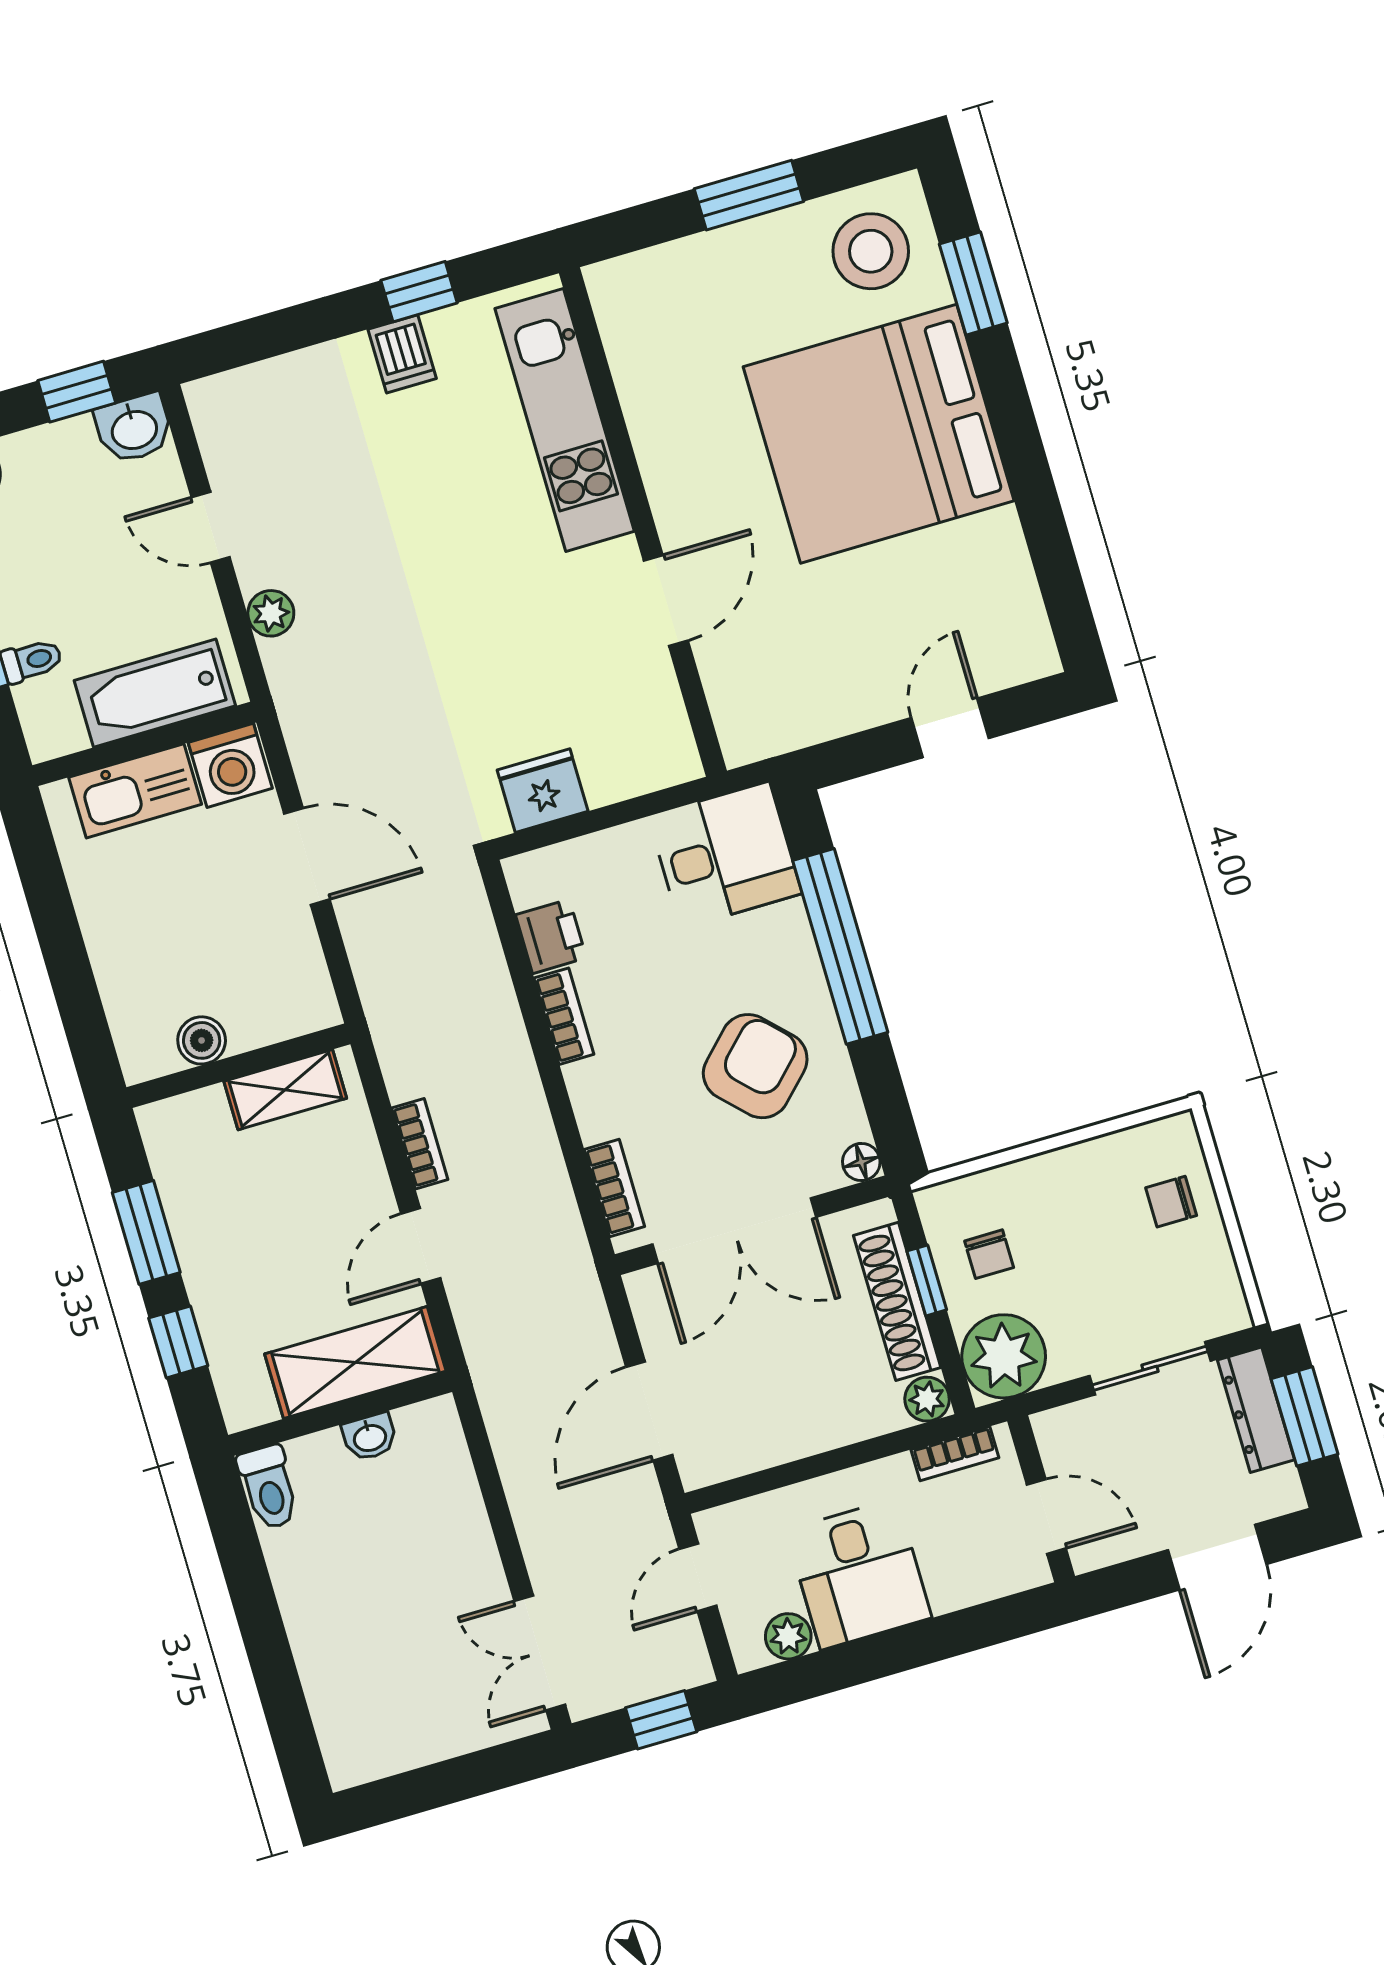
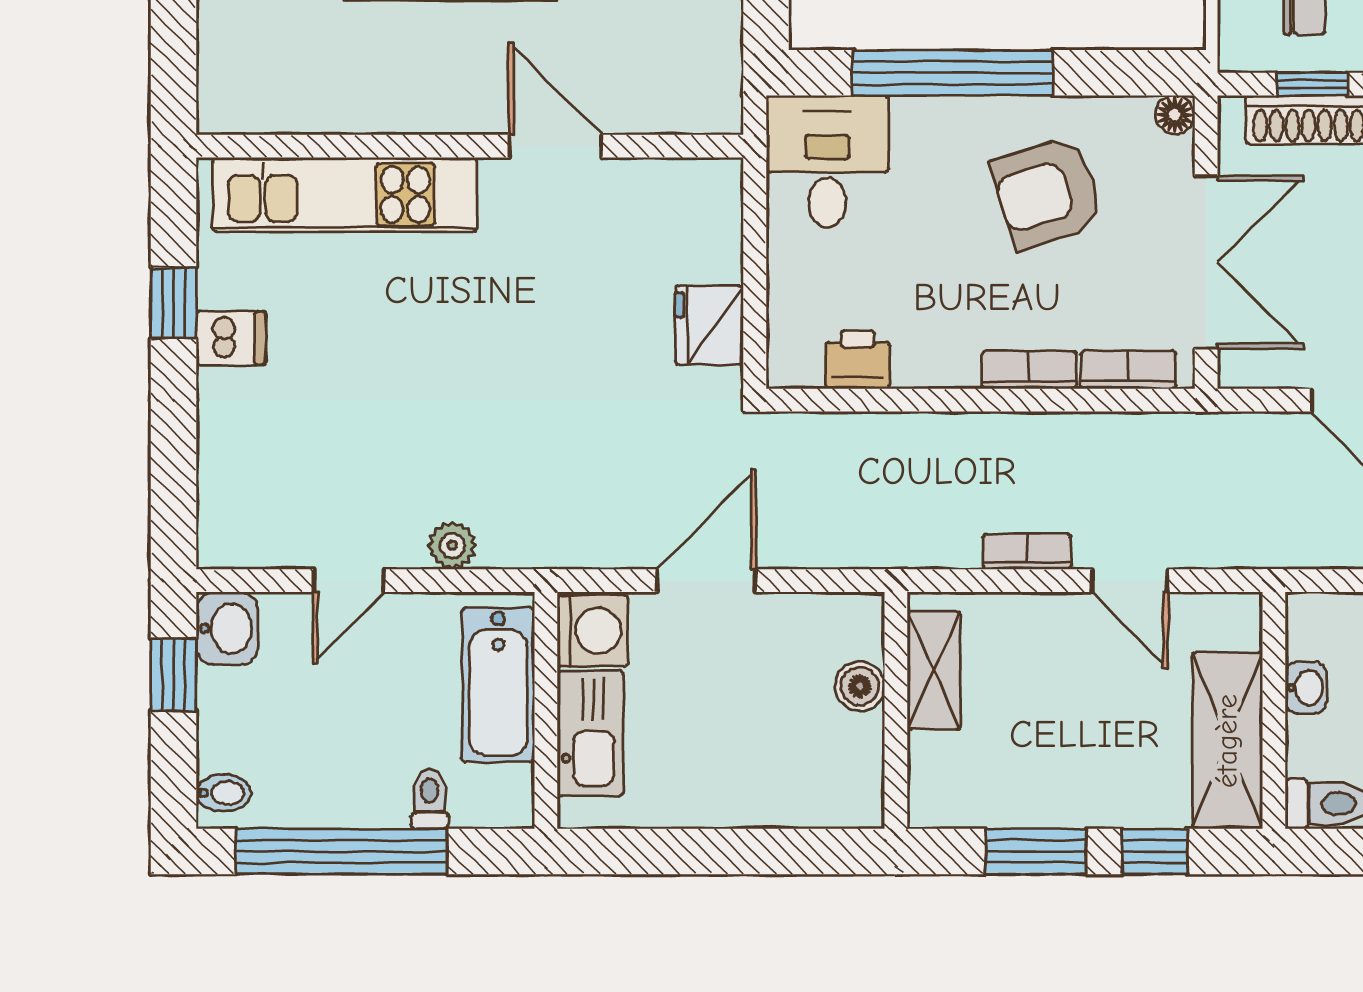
bookcase: (564, 1016) -> (1029, 370), moved
boiler: (202, 1040) -> (860, 686), moved
armchair: (755, 1066) -> (1048, 193), turned -62
shelving: (355, 1362) -> (1227, 741), moved

